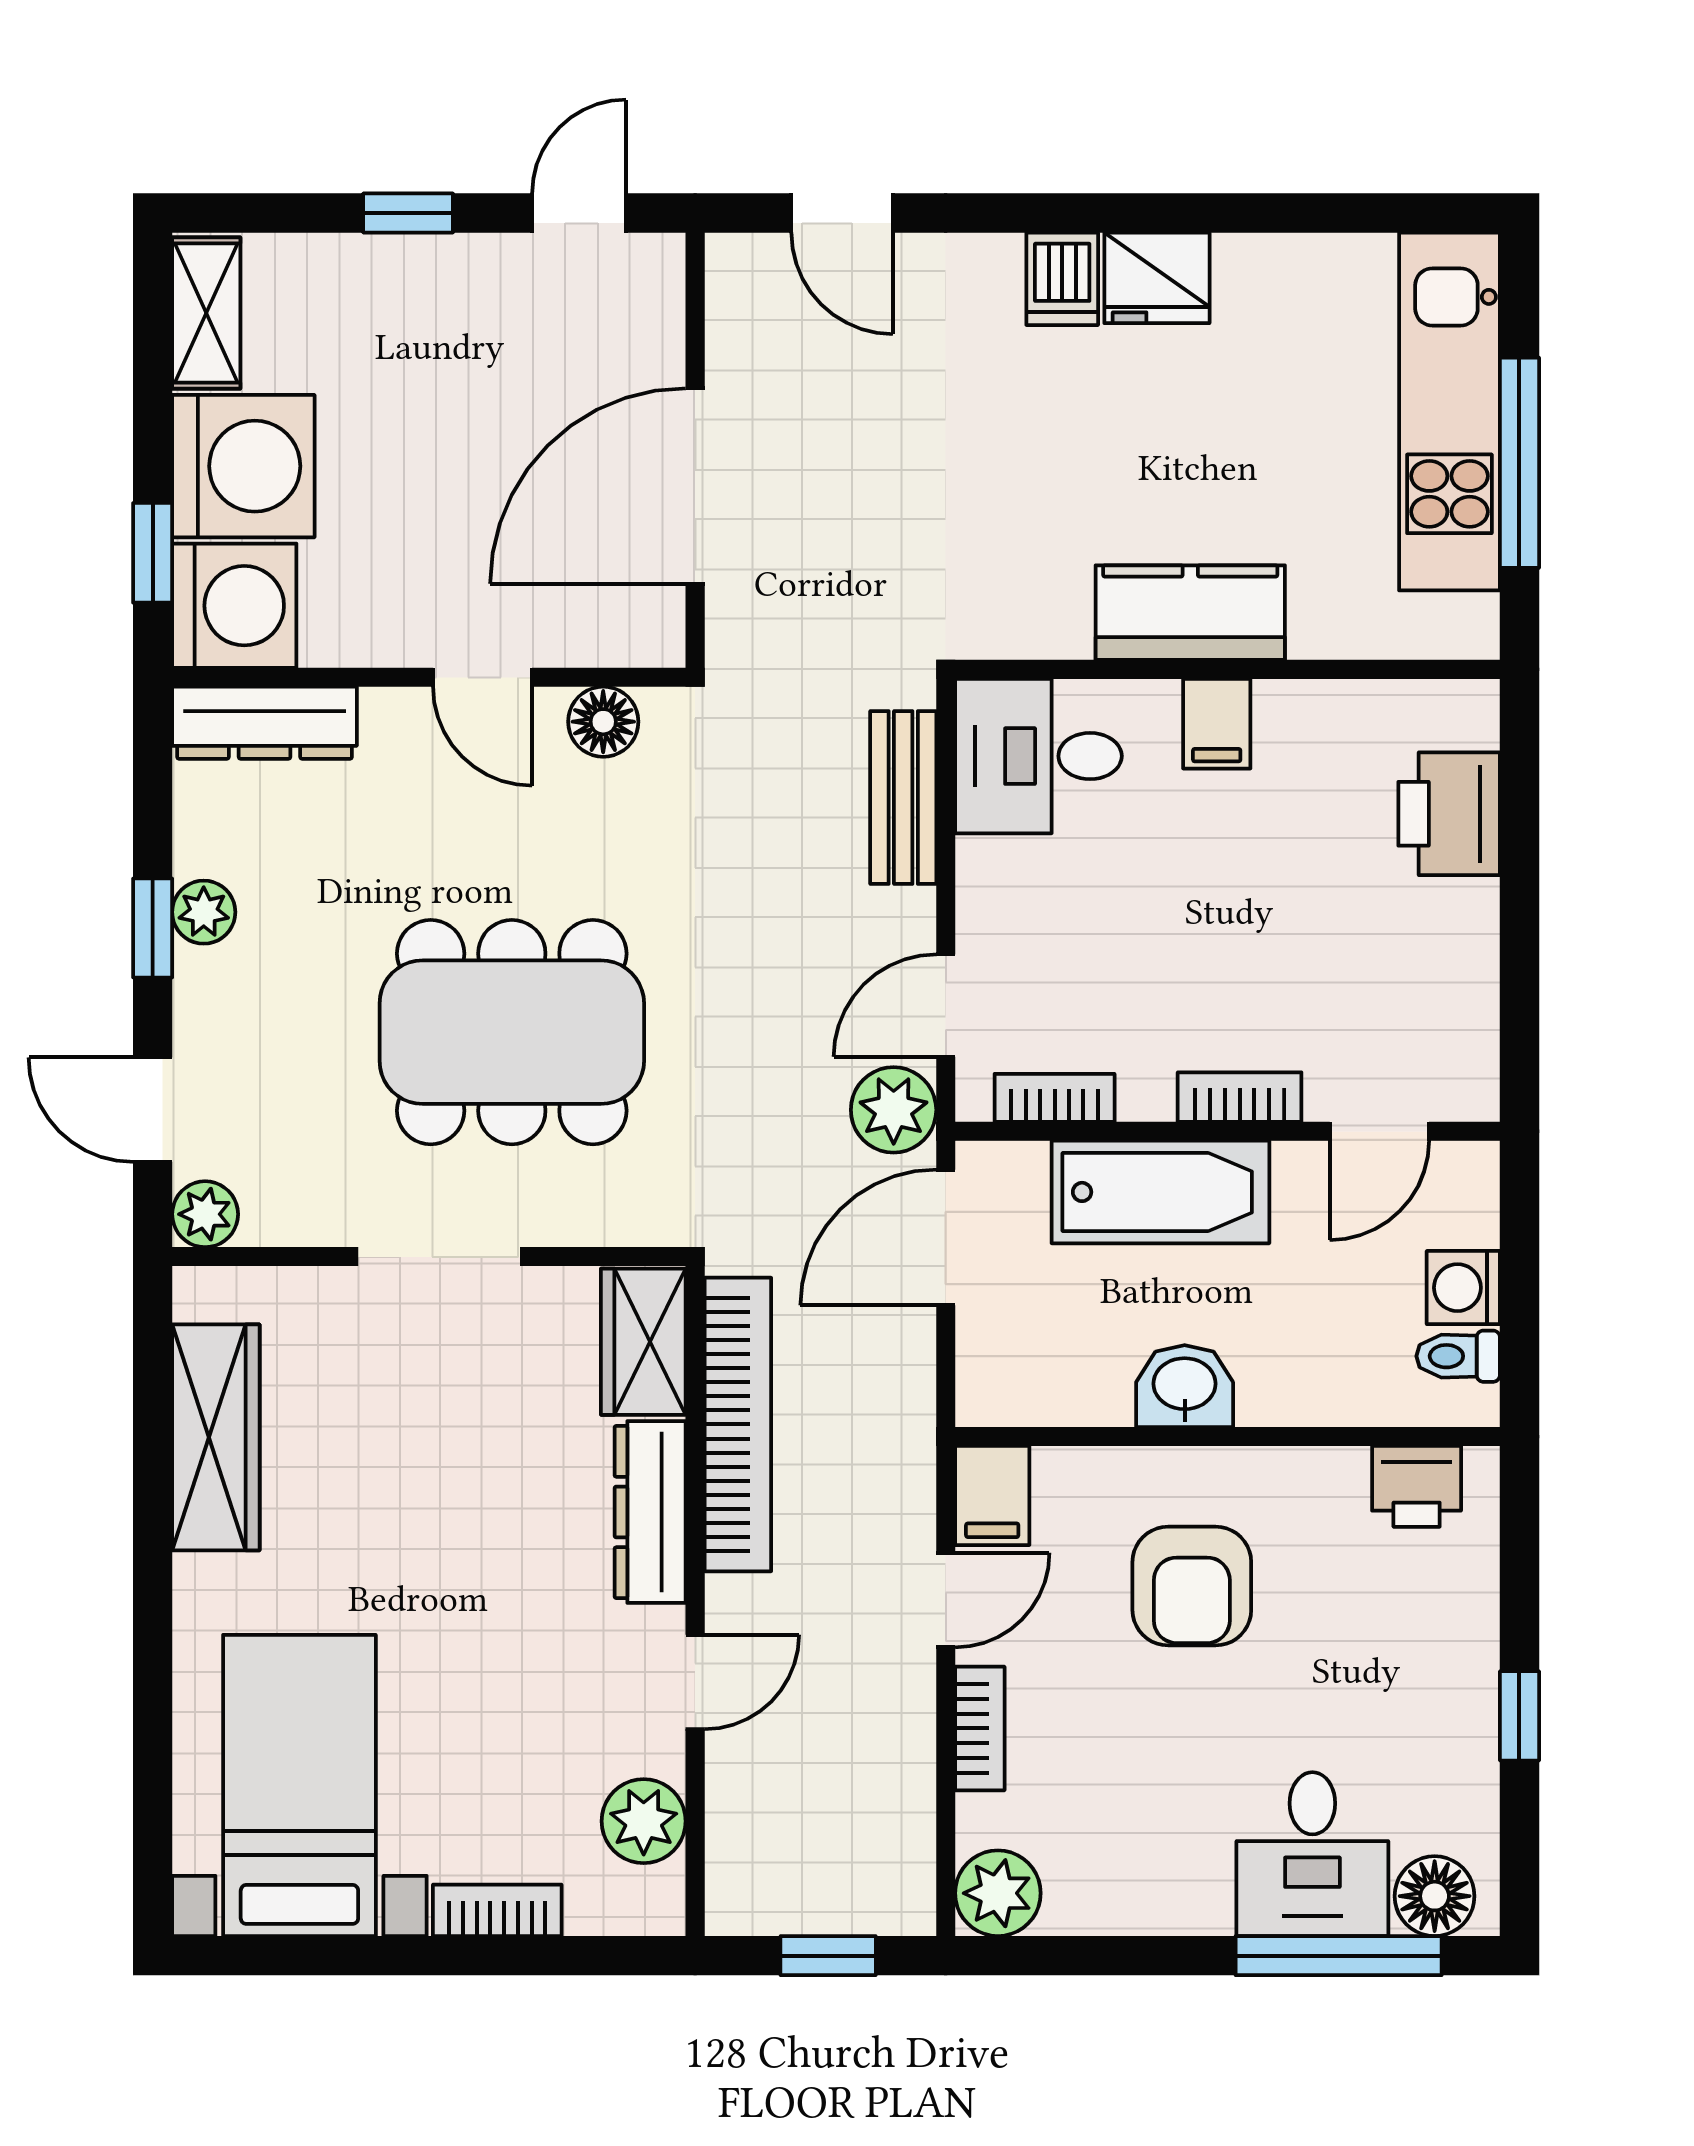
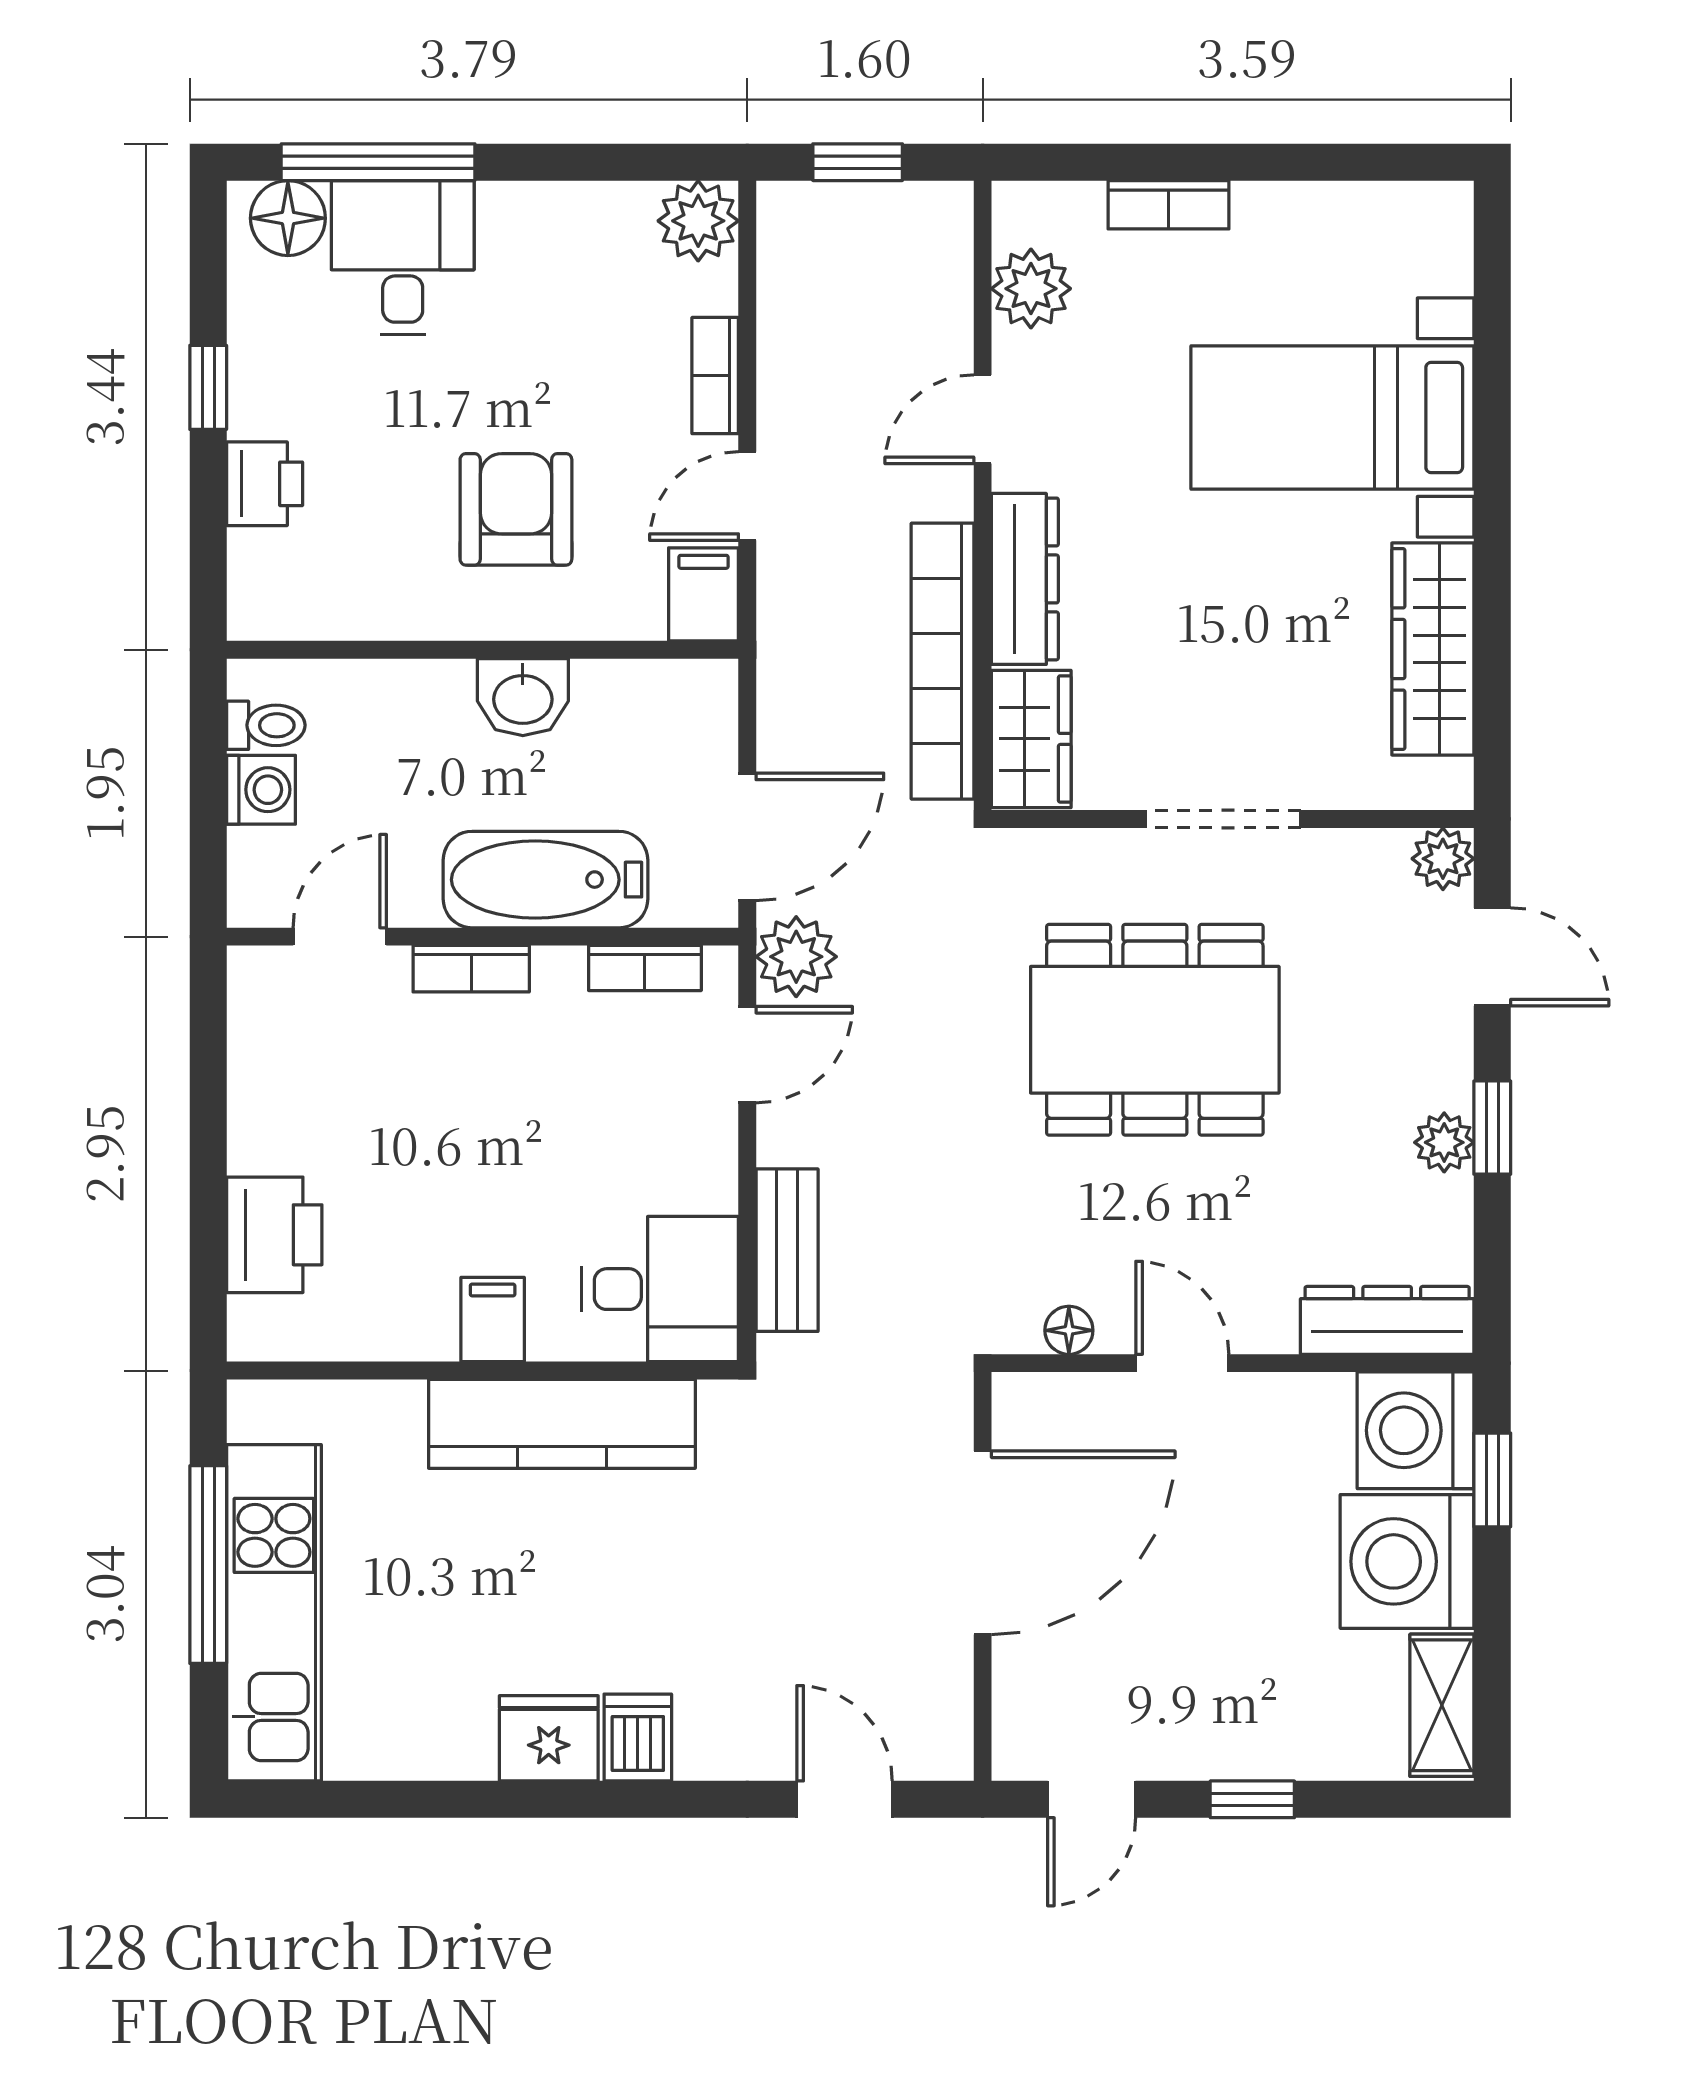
kitchen counter: (1190, 613) -> (562, 1424), width x1.50
floor lamp: (603, 722) -> (1069, 1330), width x0.73, depth x0.73
printer: (1417, 1486) -> (265, 484), moved, turned 90
bed with nightstands: (299, 1785) -> (1332, 418), moved, turned 90

